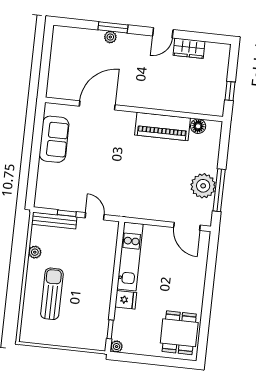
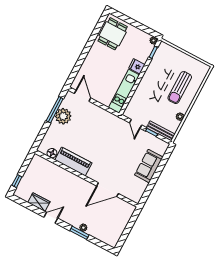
window: (230, 91) -> (17, 181), moved
sofa: (54, 139) -> (149, 166), moved

